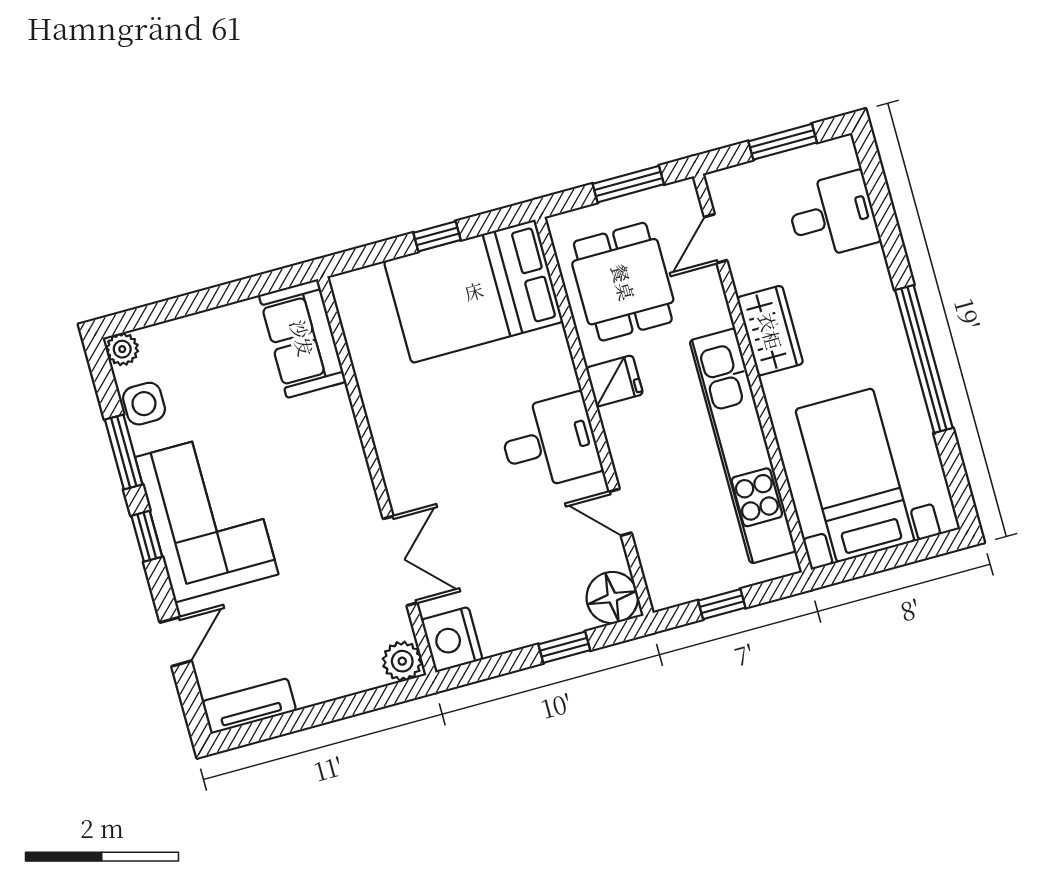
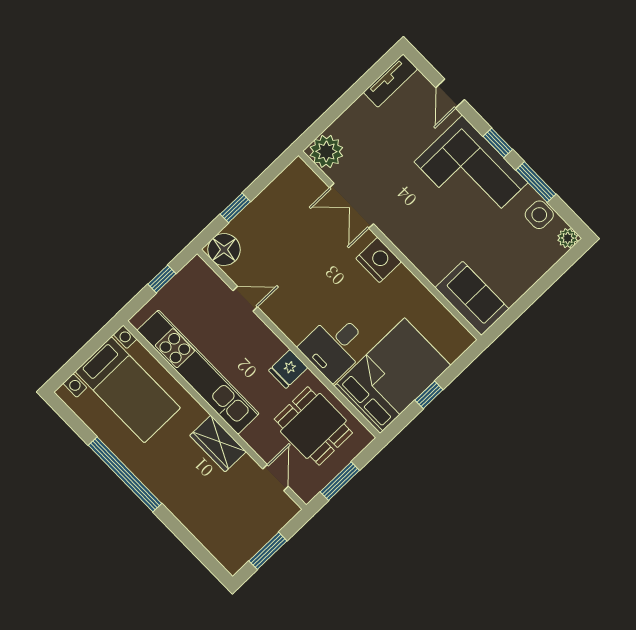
desk: (833, 216) -> (218, 526), removed
desk: (550, 442) -> (335, 346), moved
nightstand: (452, 640) -> (379, 260), moved
plant: (402, 661) -> (326, 151), width x1.36, depth x1.36

